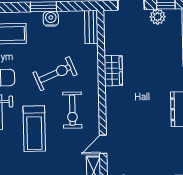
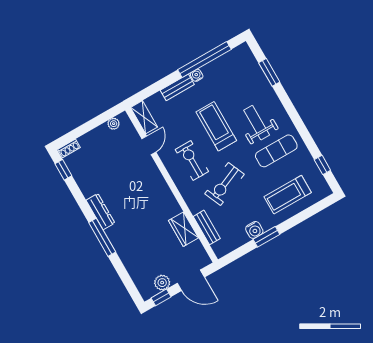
bench: (91, 27) -> (207, 227), moved
wardrobe: (113, 71) -> (183, 229), moved

